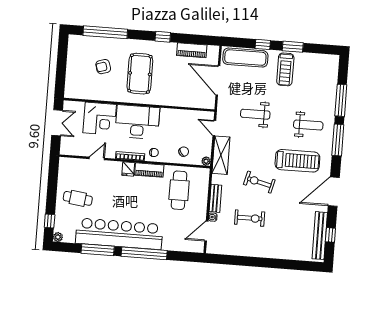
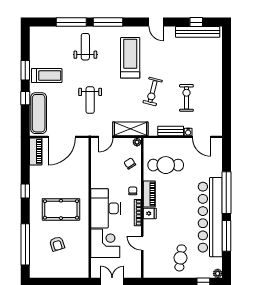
piano: (192, 50) -> (36, 152), moved
weight bench: (308, 125) -> (85, 47), moved
door: (334, 192) -> (156, 22), width x0.53

